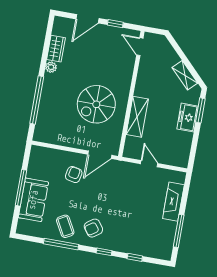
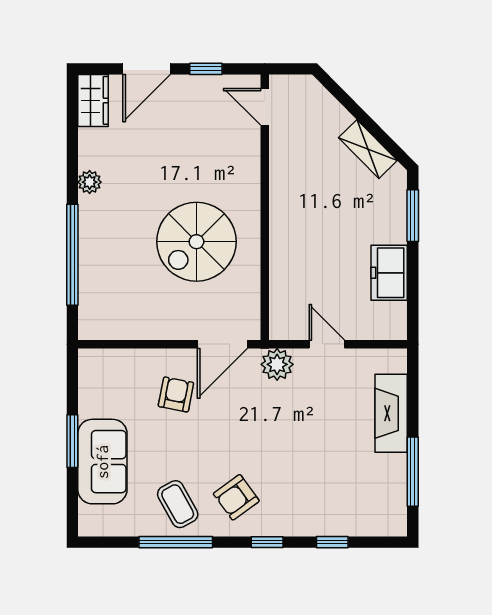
wardrobe: (56, 49) -> (93, 100), moved
shelving: (137, 117) -> (285, 252), removed
freezer: (188, 118) -> (389, 273), moved
plant: (124, 169) -> (277, 364), added
window: (21, 188) -> (72, 441), width x0.69

